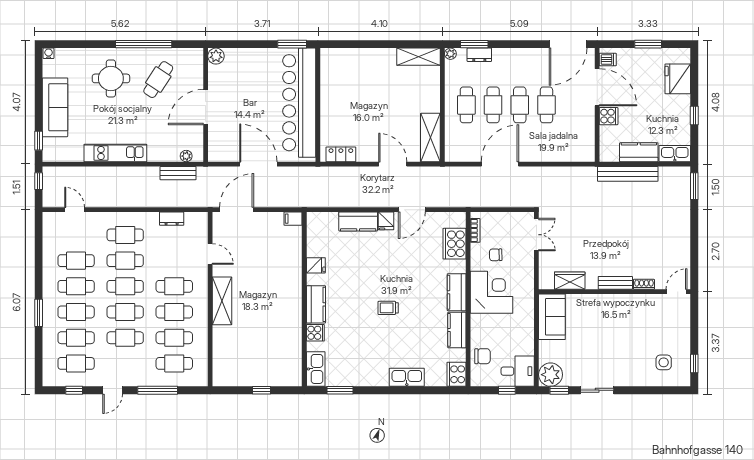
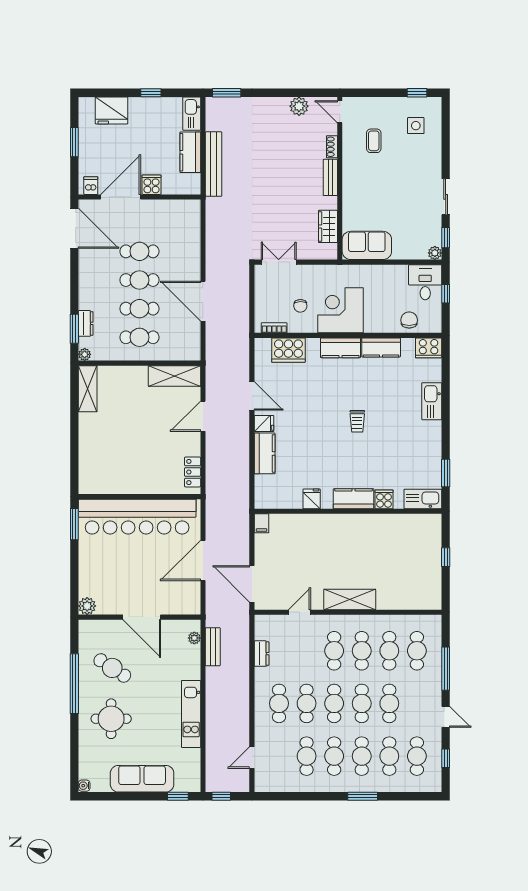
plant: (682, 254) -> (299, 106), added
coffee table: (649, 323) -> (374, 141), added
plant: (551, 375) -> (435, 253), width x0.53, depth x0.53

